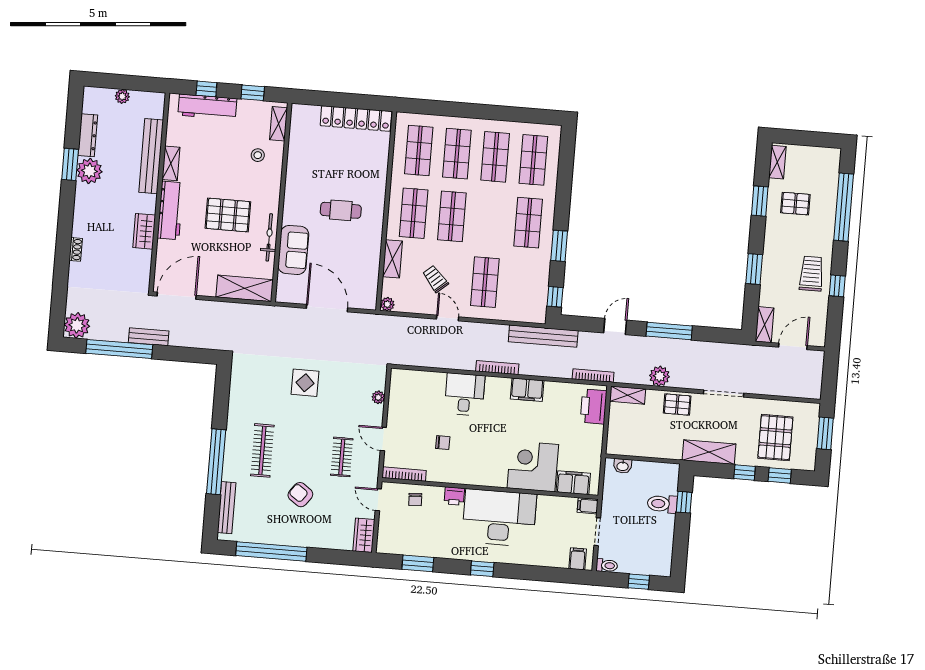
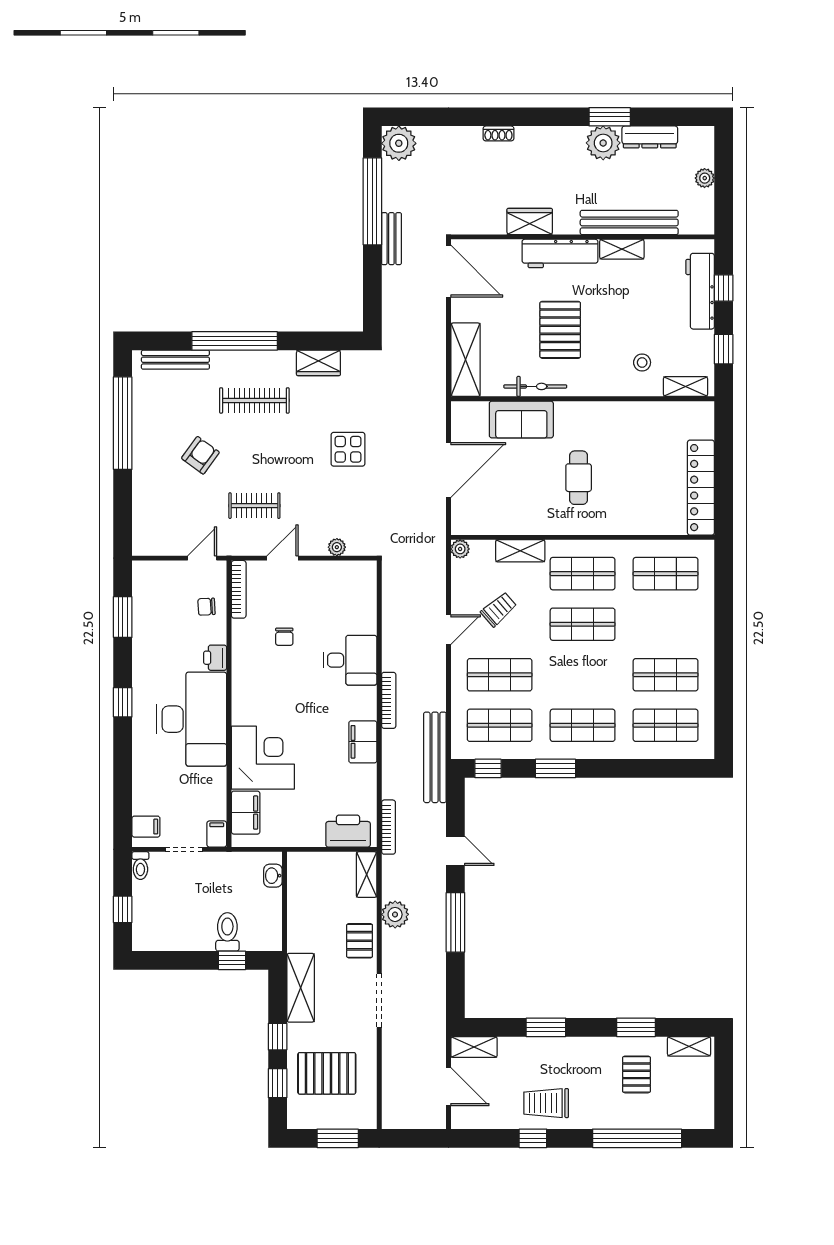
shop shelf: (457, 154) -> (500, 725), moved
trolley: (811, 274) -> (546, 1103), turned 180
wardrobe: (364, 535) -> (318, 363), moved, turned 180

